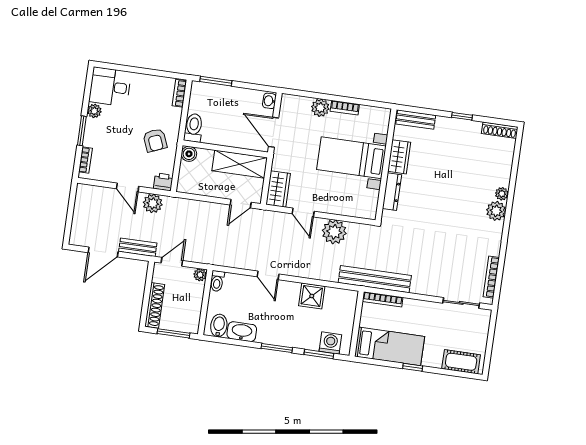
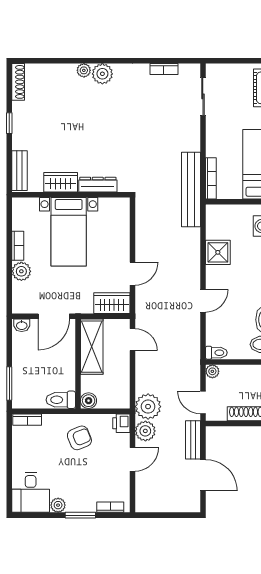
plant: (334, 232) -> (148, 407), moved
bookcase: (491, 277) -> (164, 69), width x0.64

